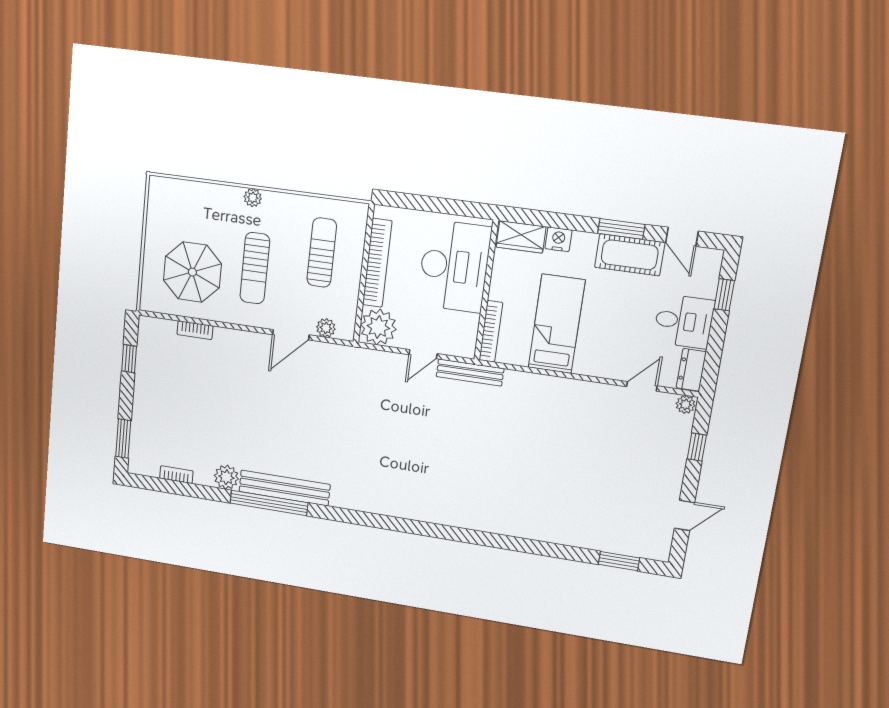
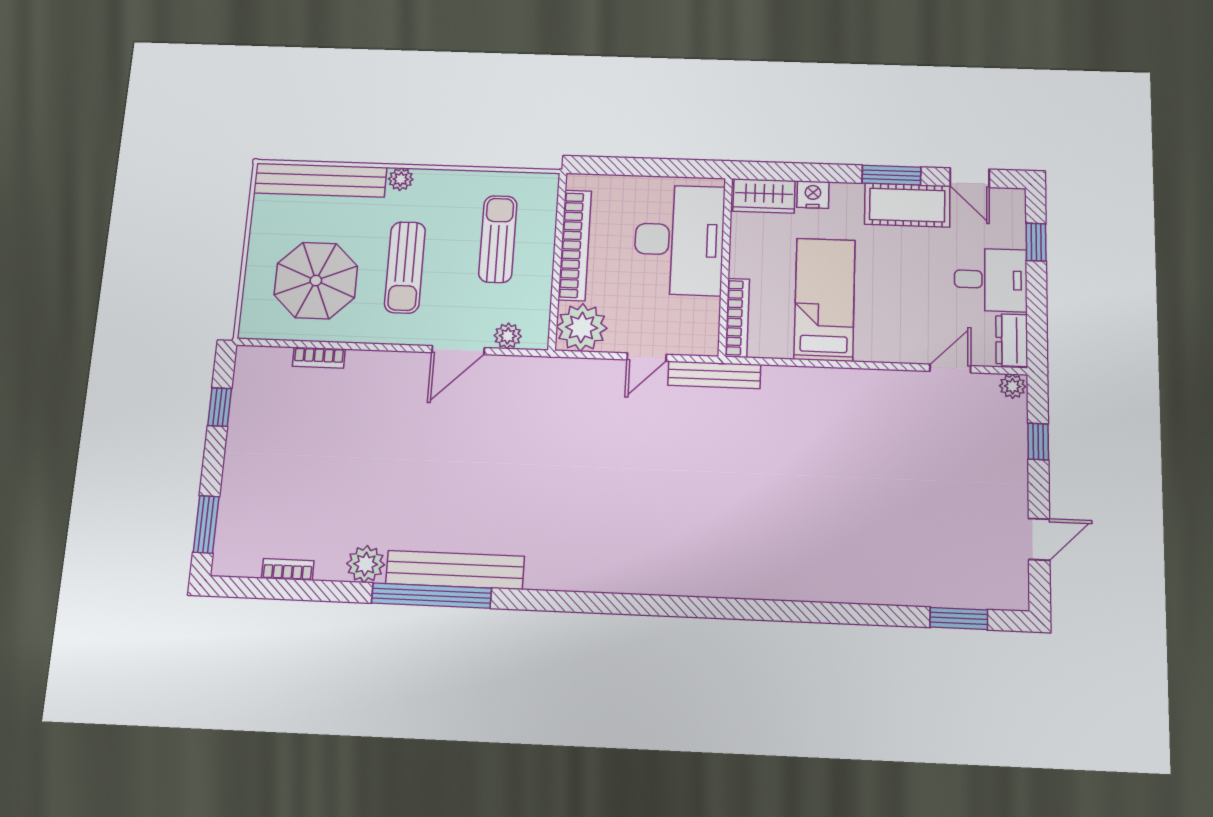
bench: (195, 193) -> (320, 180), added

